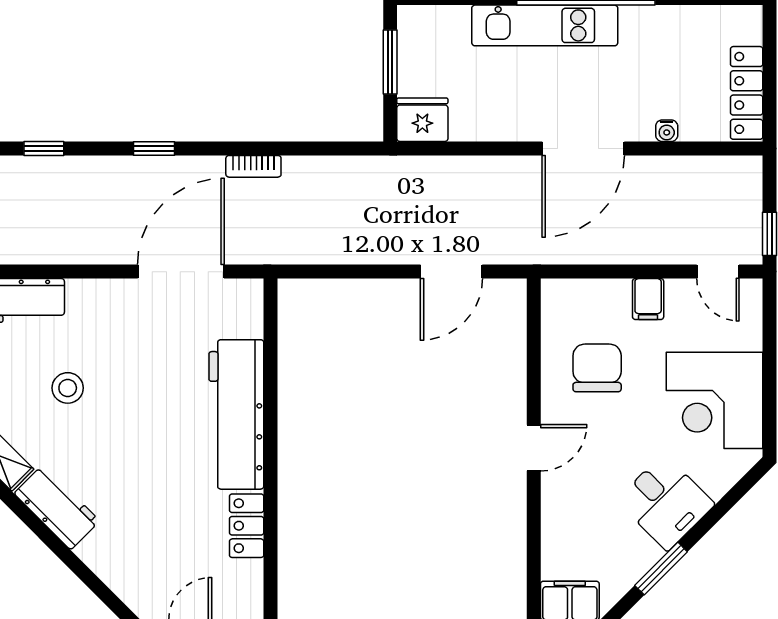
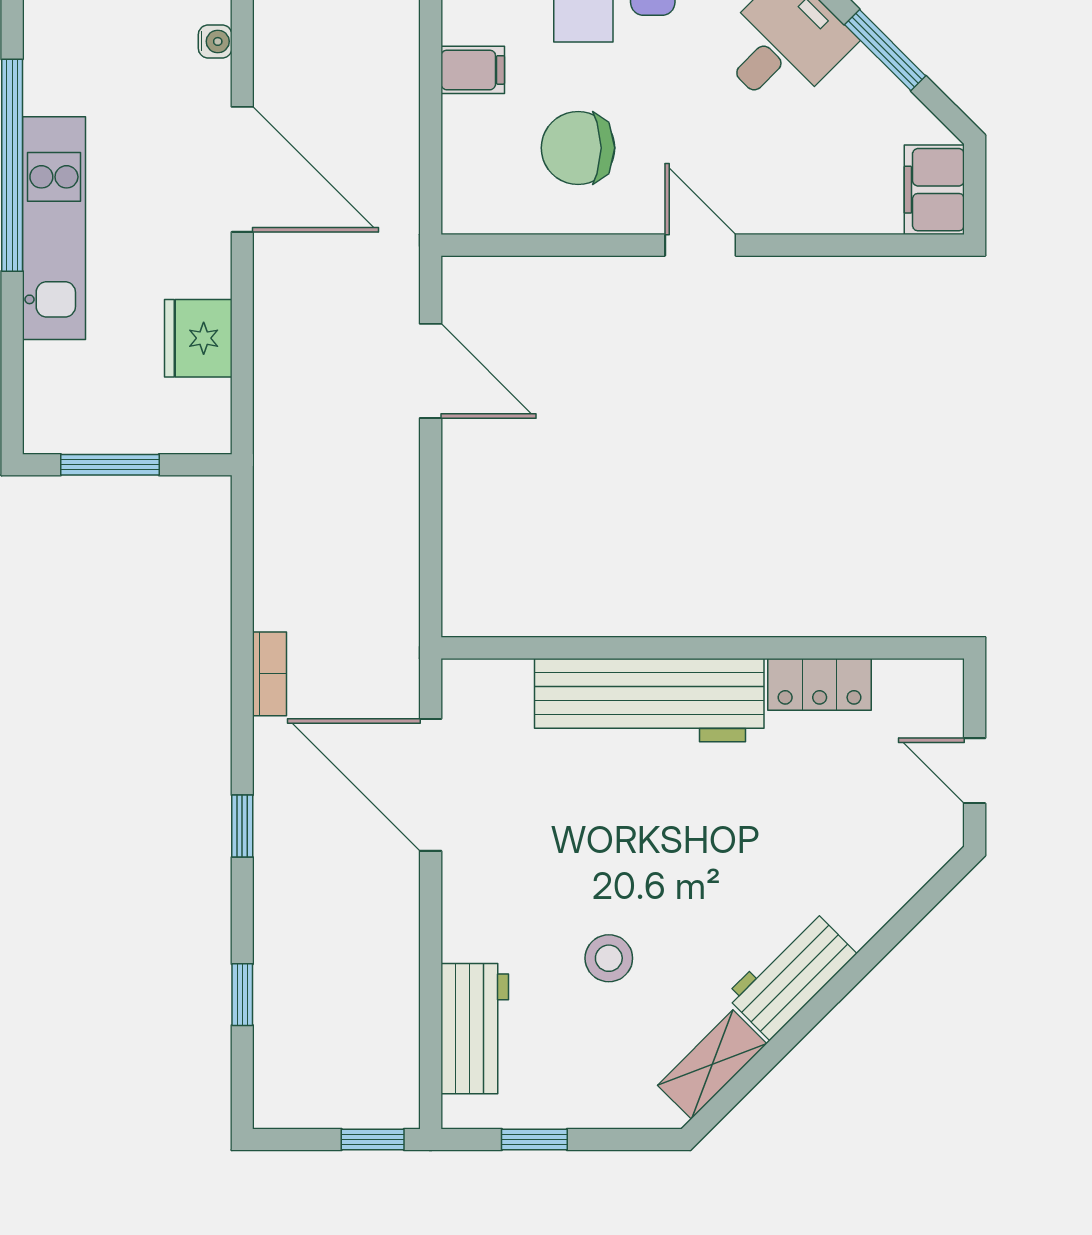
fridge: (422, 120) -> (198, 338), moved

